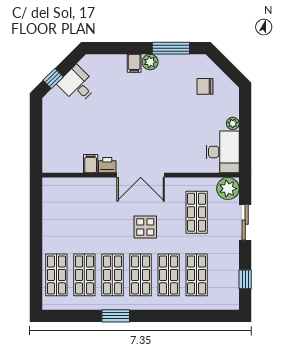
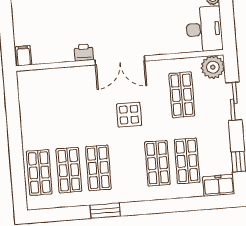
filing cabinet: (91, 164) -> (23, 56), moved
shop shelf: (141, 275) -> (128, 166), removed
freezer: (225, 300) -> (219, 185), added

